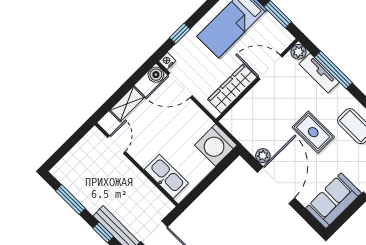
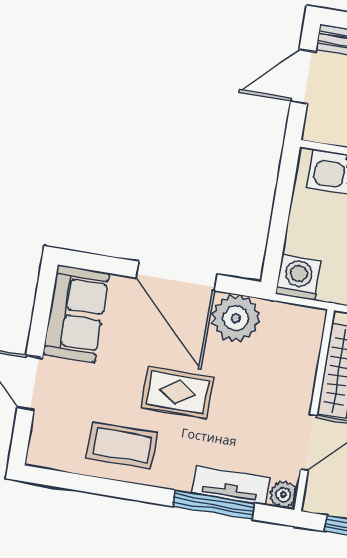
washing machine: (216, 145) -> (298, 278), width x0.73, depth x0.73
plant: (263, 156) -> (236, 318), width x1.88, depth x1.88

